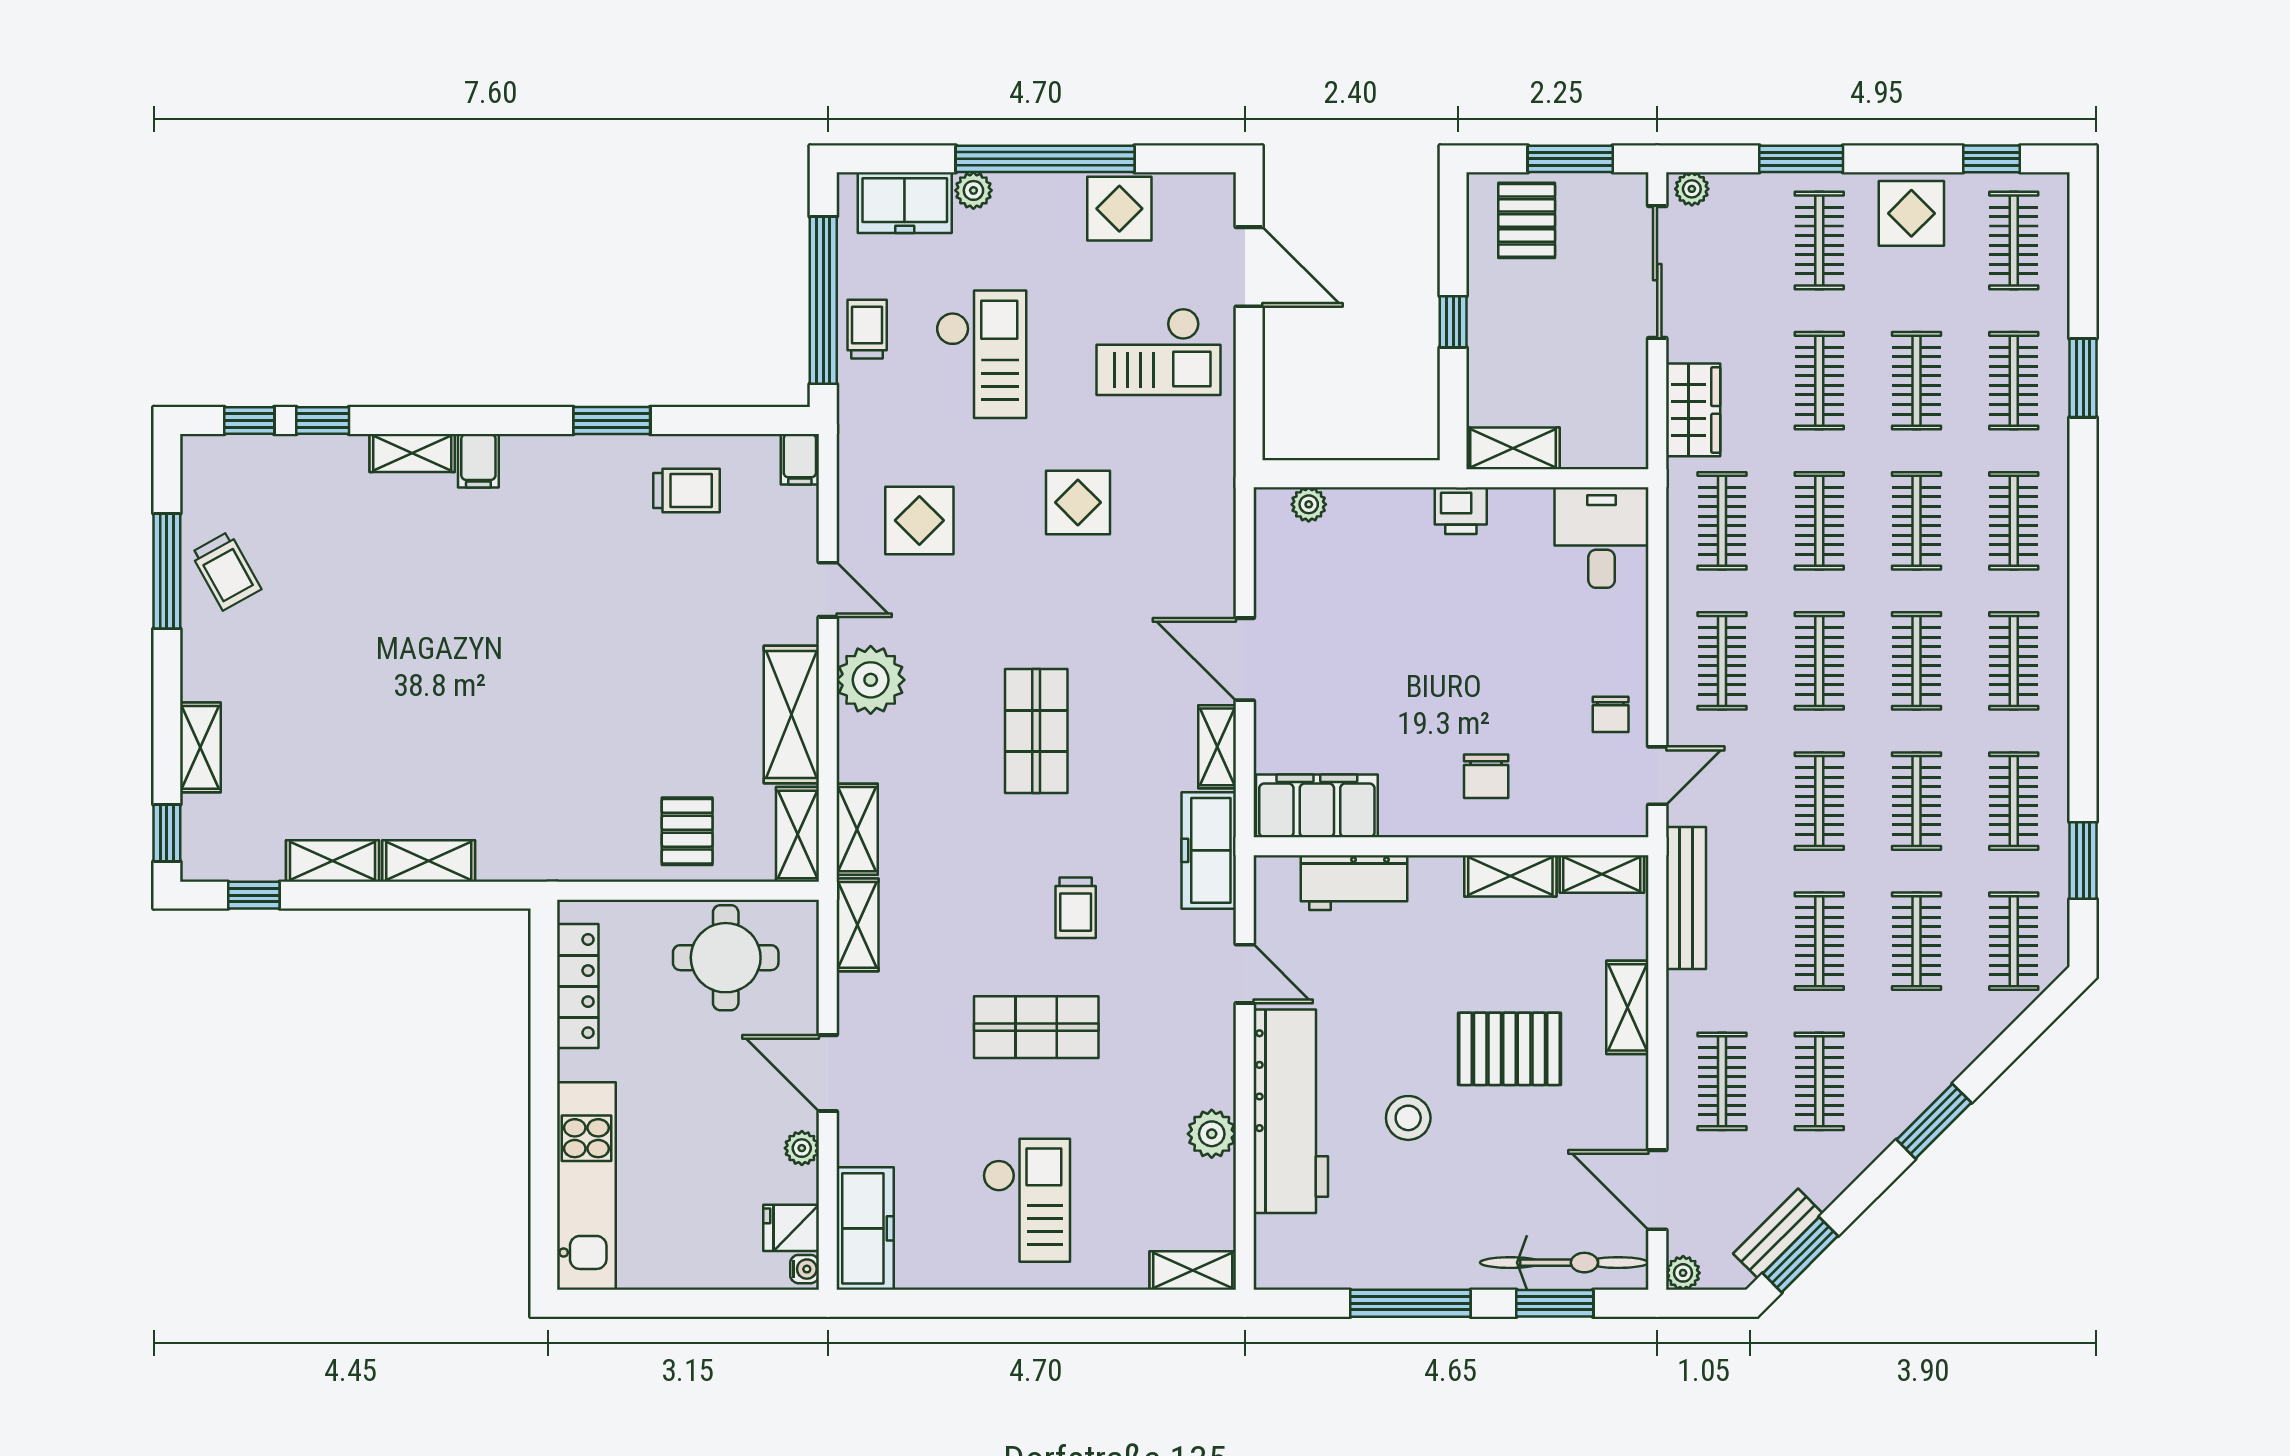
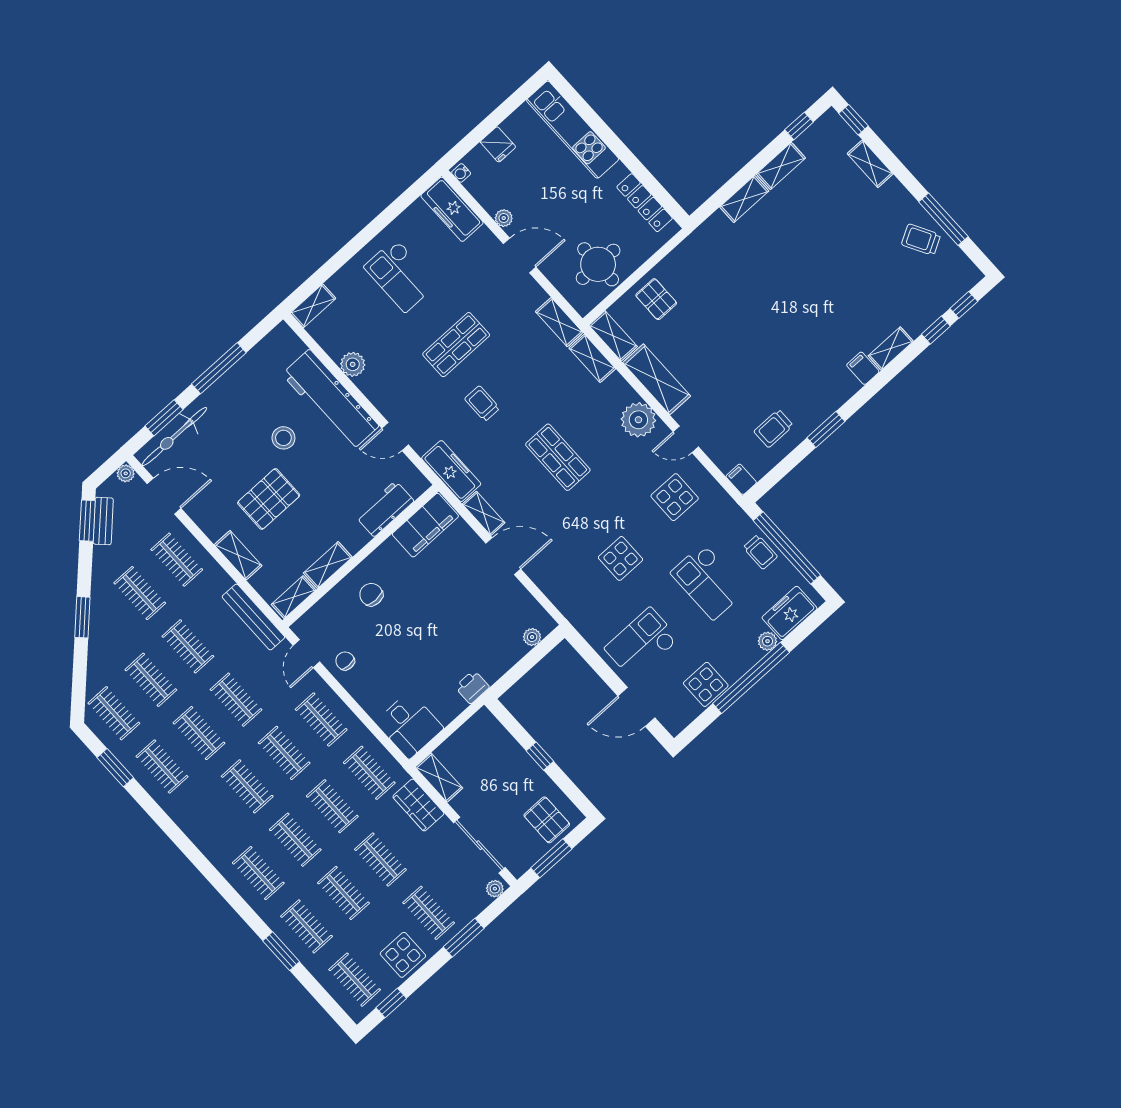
shelving: (1513, 448) -> (439, 778), moved, turned 90
clothes rail: (2014, 661) -> (210, 820), removed
fridge: (791, 1228) -> (498, 144), moved, turned 90

